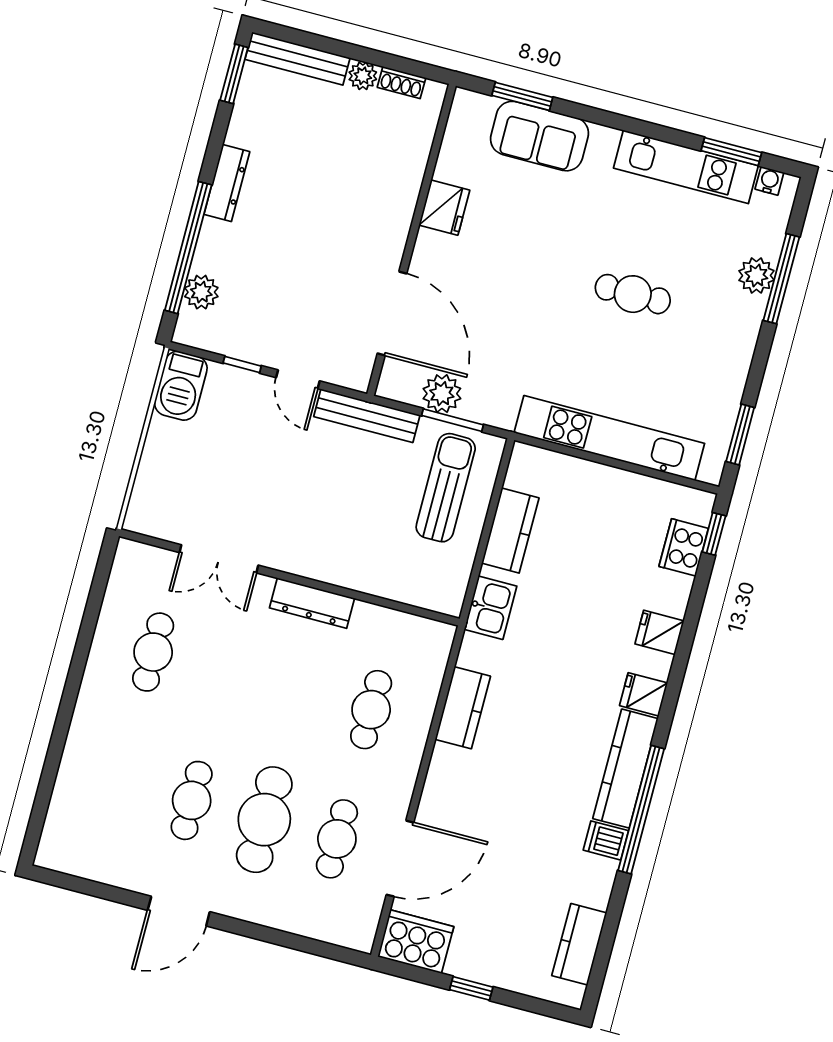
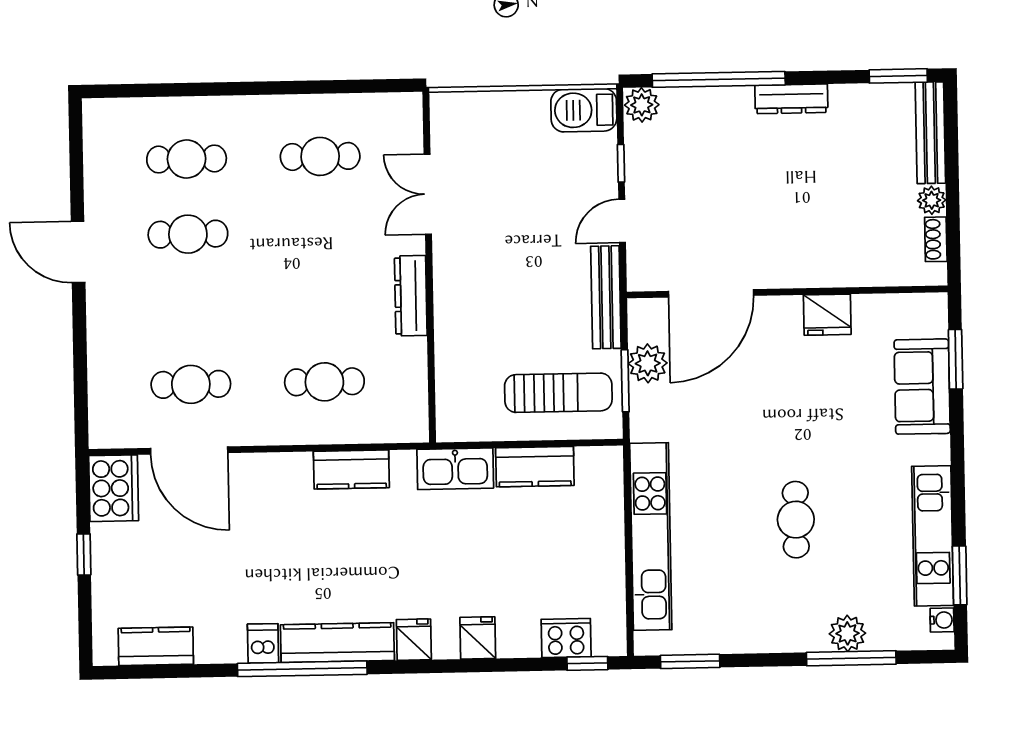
plant: (201, 292) -> (642, 105), moved
kitchen sink: (491, 608) -> (455, 469), width x1.38
cafe table: (264, 820) -> (187, 159), moved, width x0.73, depth x0.74

